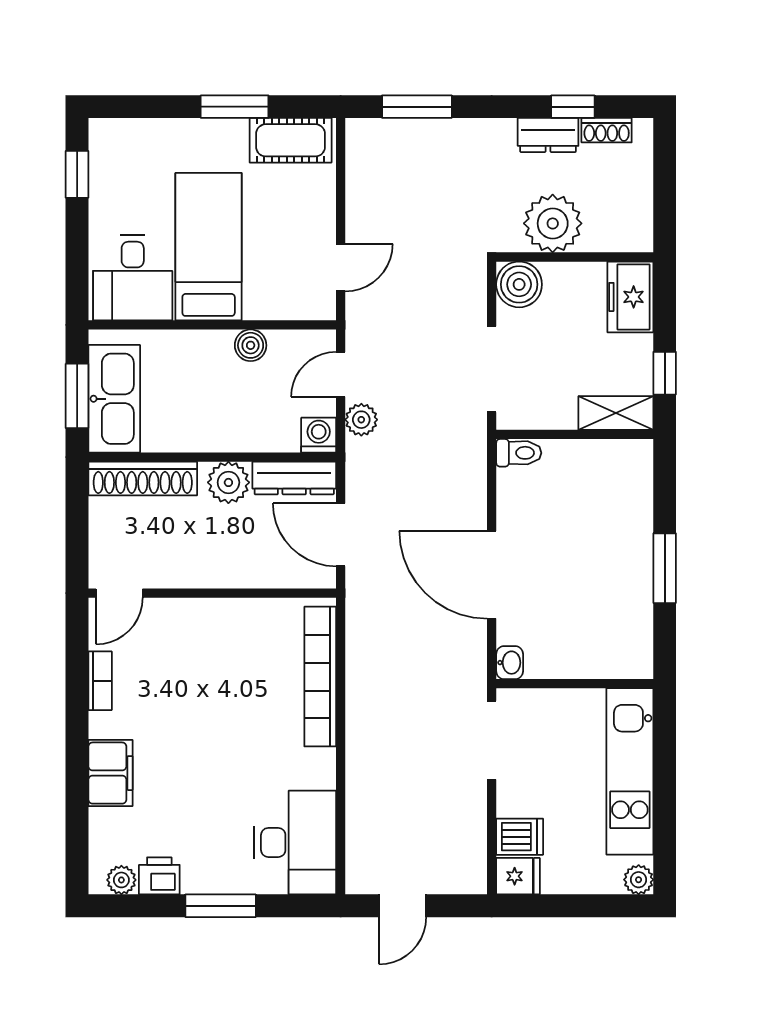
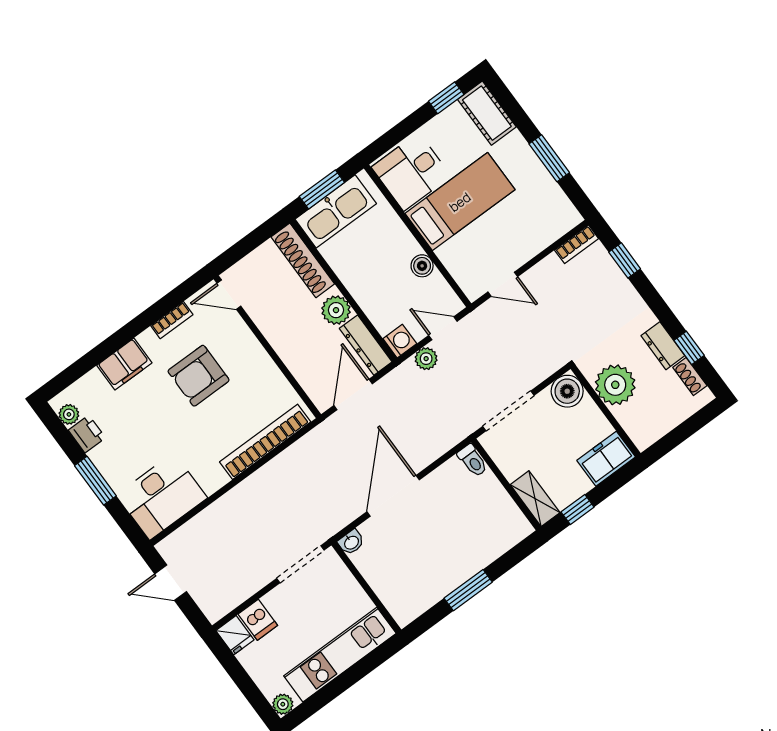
window: (417, 107) -> (625, 260), width x0.67
cot: (291, 140) -> (487, 113), moved
bookcase: (357, 148) -> (577, 244), added
armchair: (187, 697) -> (199, 376), added

